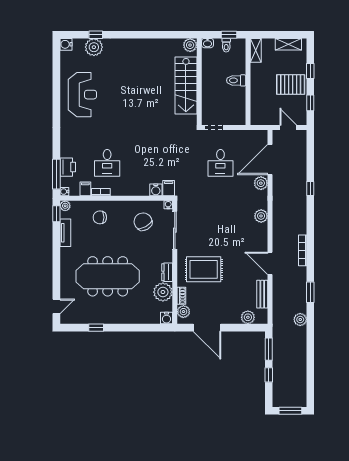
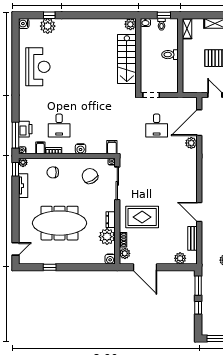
water cooler: (156, 190) -> (81, 149), moved
plant: (261, 216) -> (191, 171), removed

